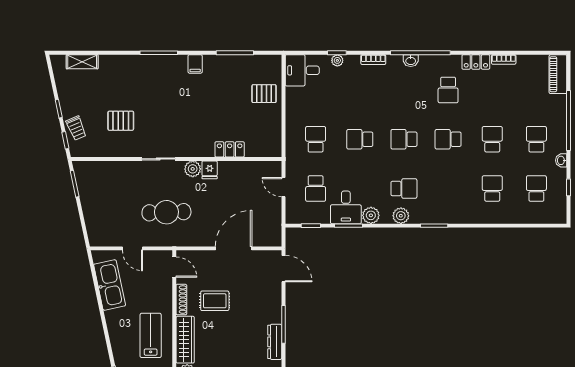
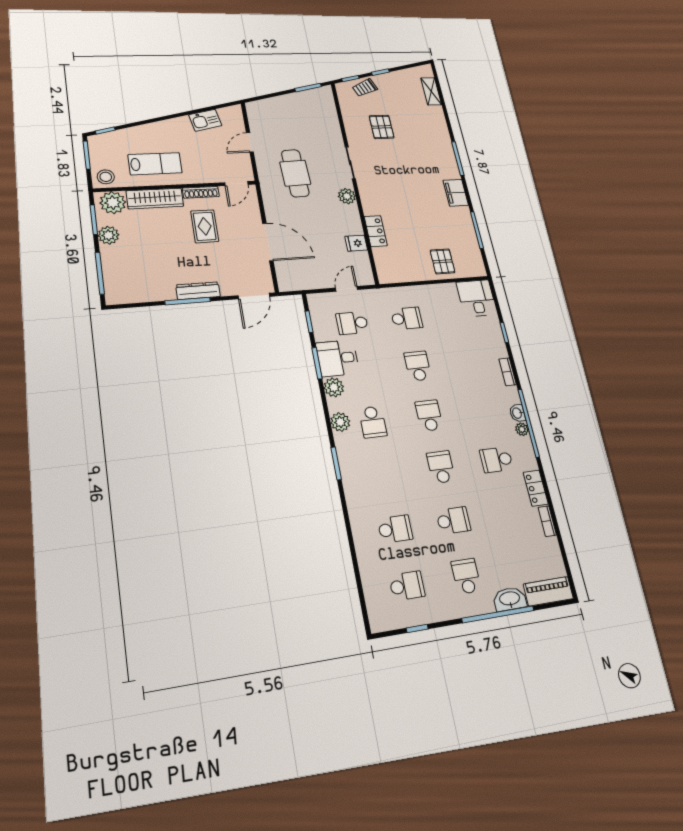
plant: (337, 60) -> (522, 429), moved
filing cabinet: (195, 64) -> (456, 193), width x2.00
school desk: (536, 139) -> (466, 576), turned -90
washbasin: (561, 160) -> (510, 599), moved, width x1.91, depth x1.45
fridge: (210, 170) -> (356, 243), moved
kitchen sink: (110, 285) -> (205, 120), width x0.53, depth x0.81
dresser: (275, 342) -> (198, 291), moved

